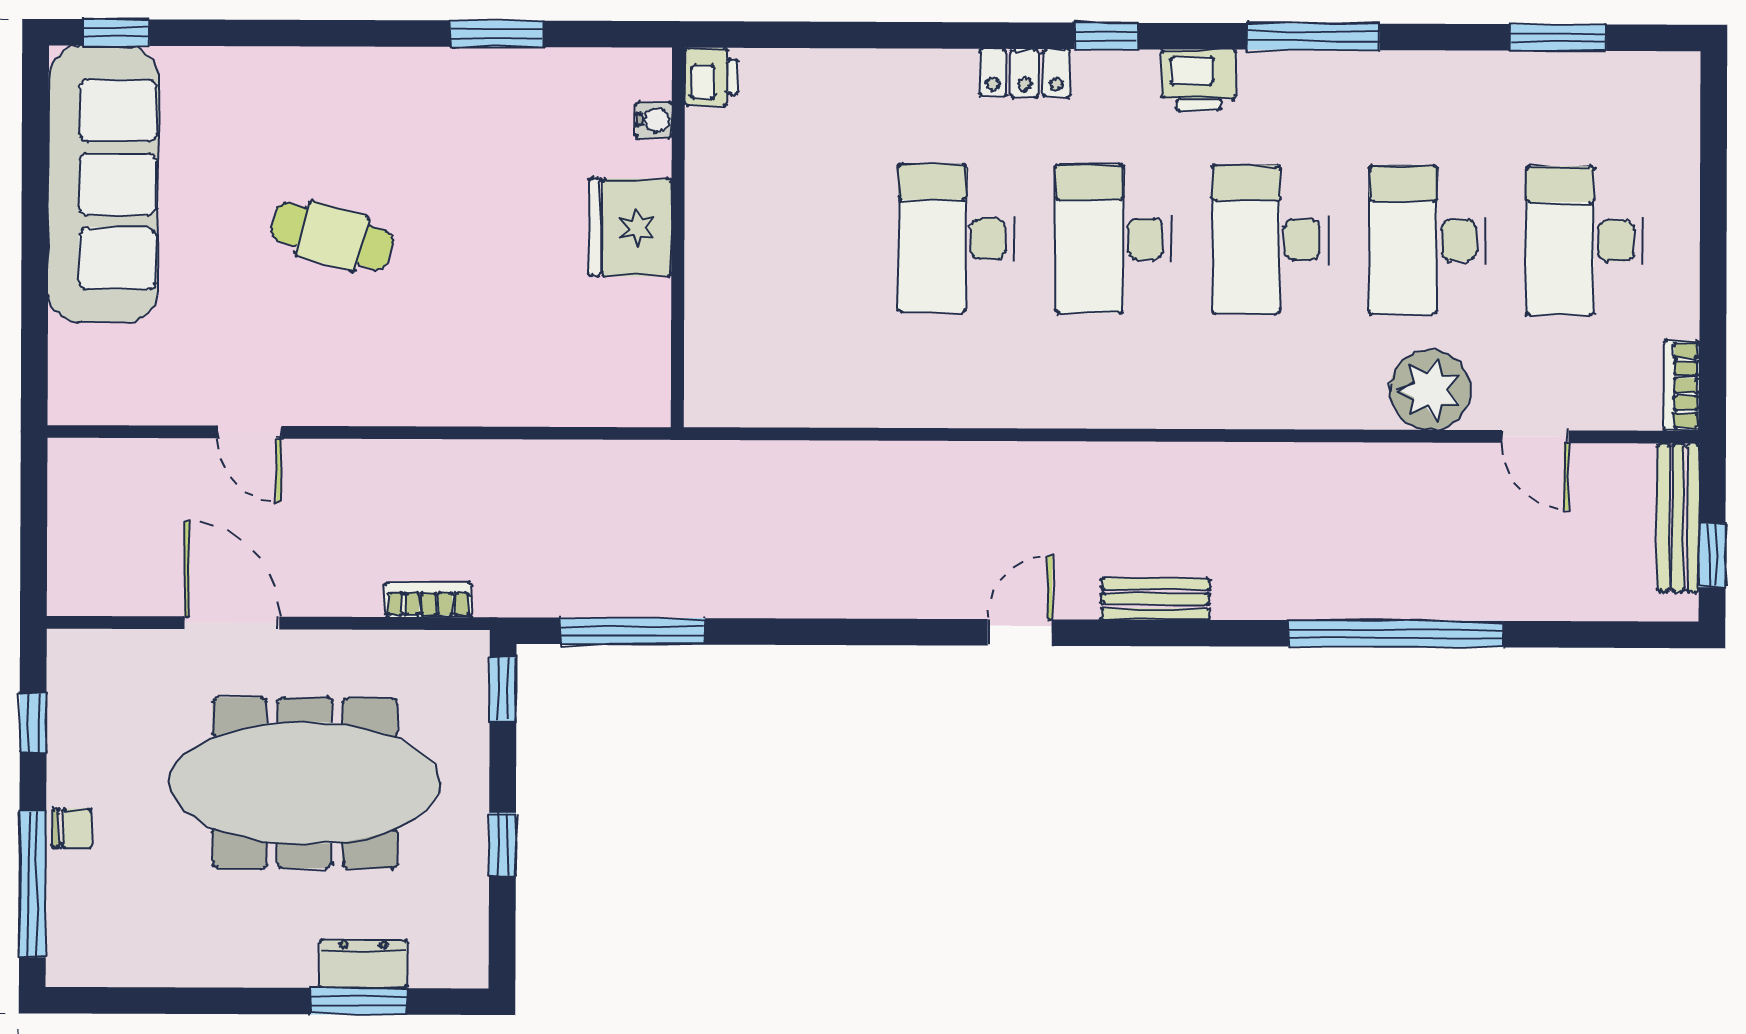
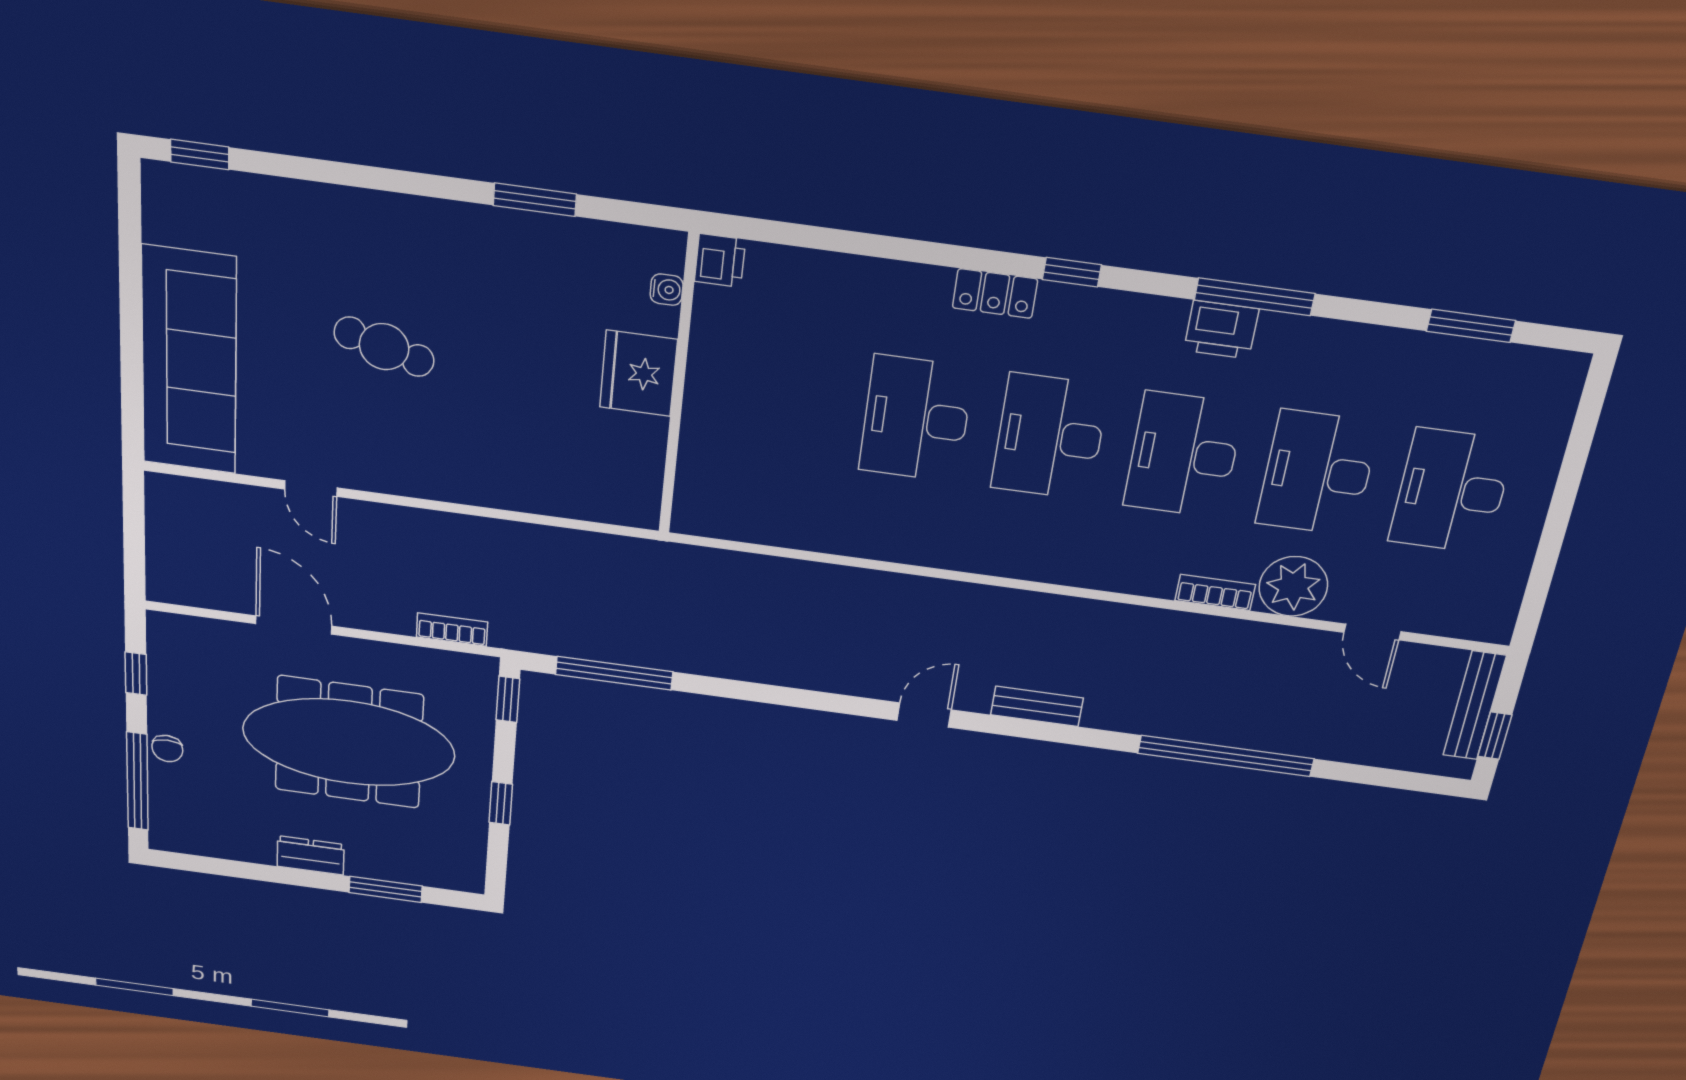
printer: (1199, 80) -> (1221, 330), moved
sofa: (103, 184) -> (189, 361), moved
bookcase: (1681, 386) -> (1215, 592), moved, turned 90
chair: (72, 828) -> (167, 749), turned 90
dresser: (364, 964) -> (311, 855), moved

